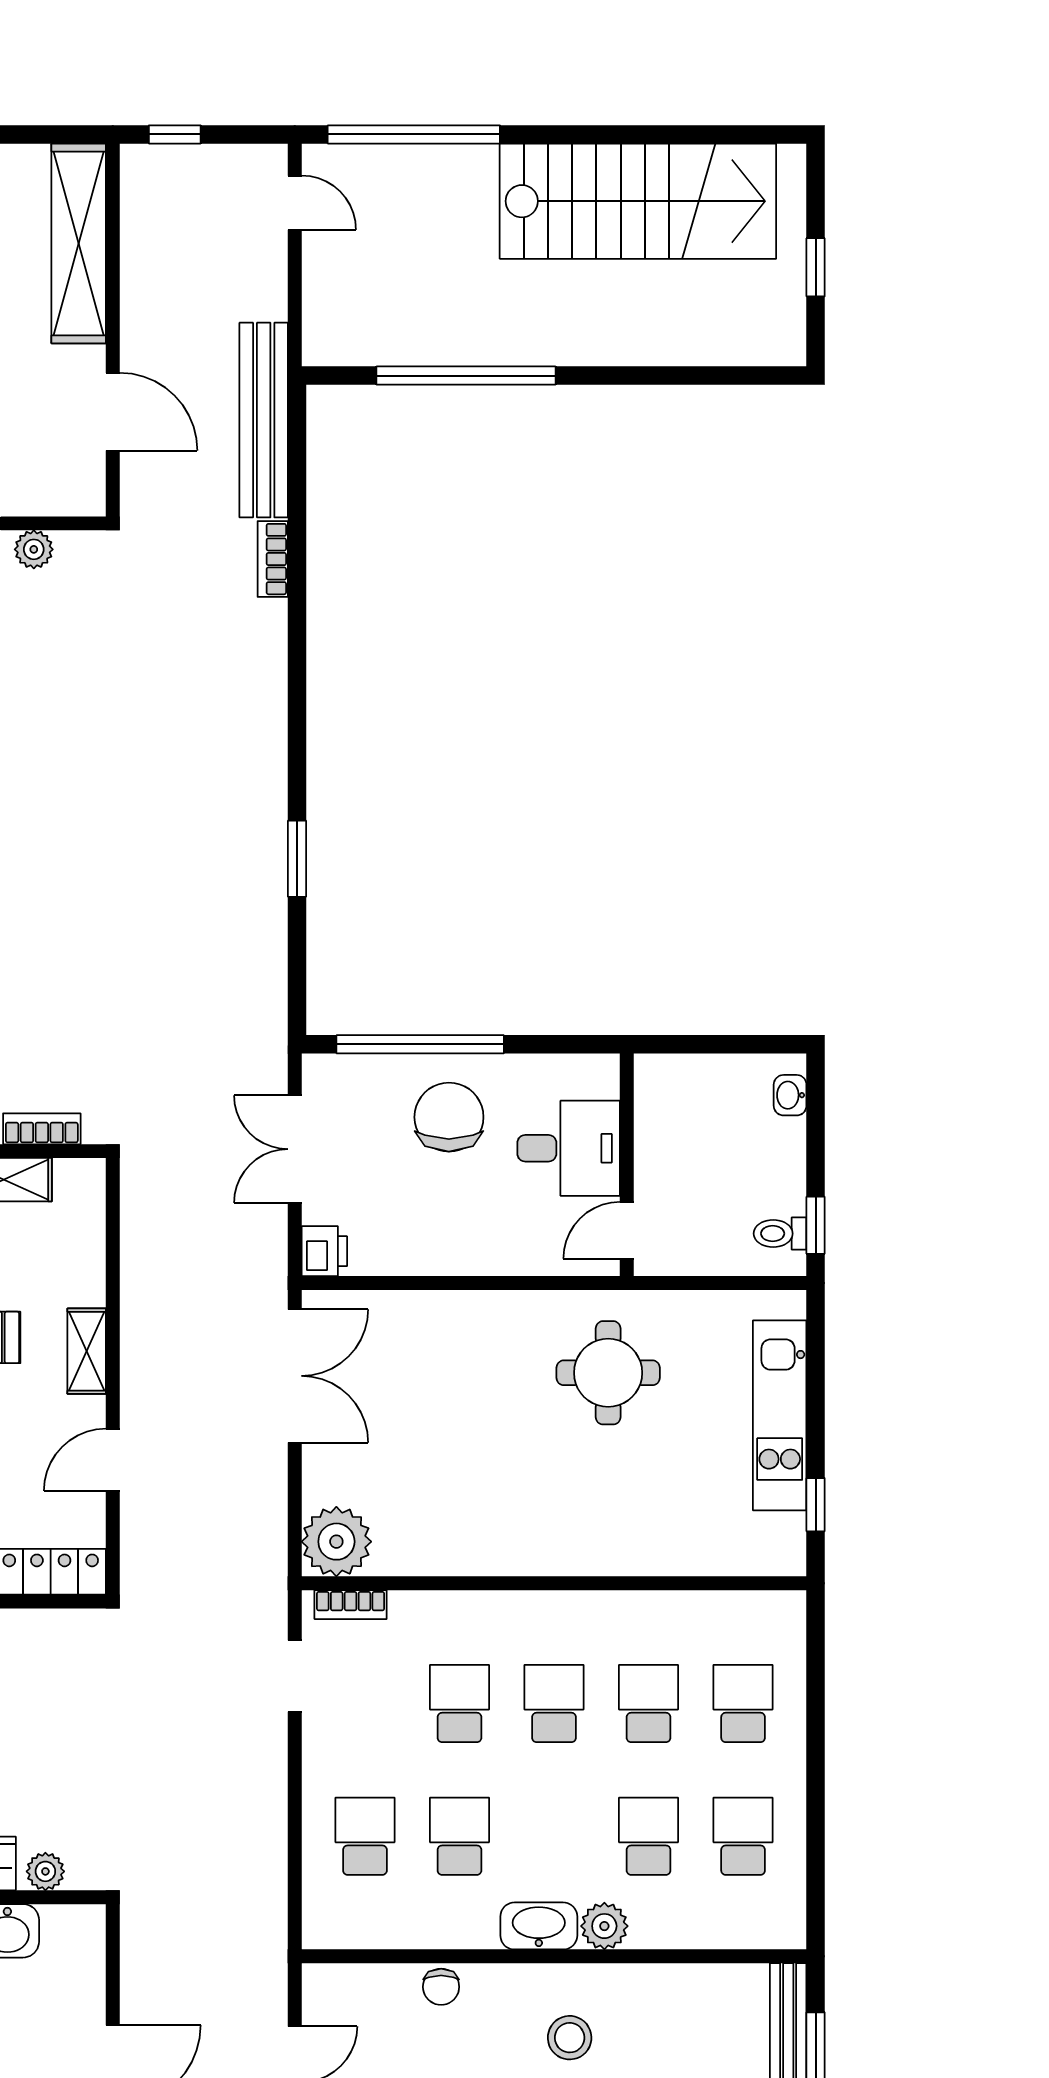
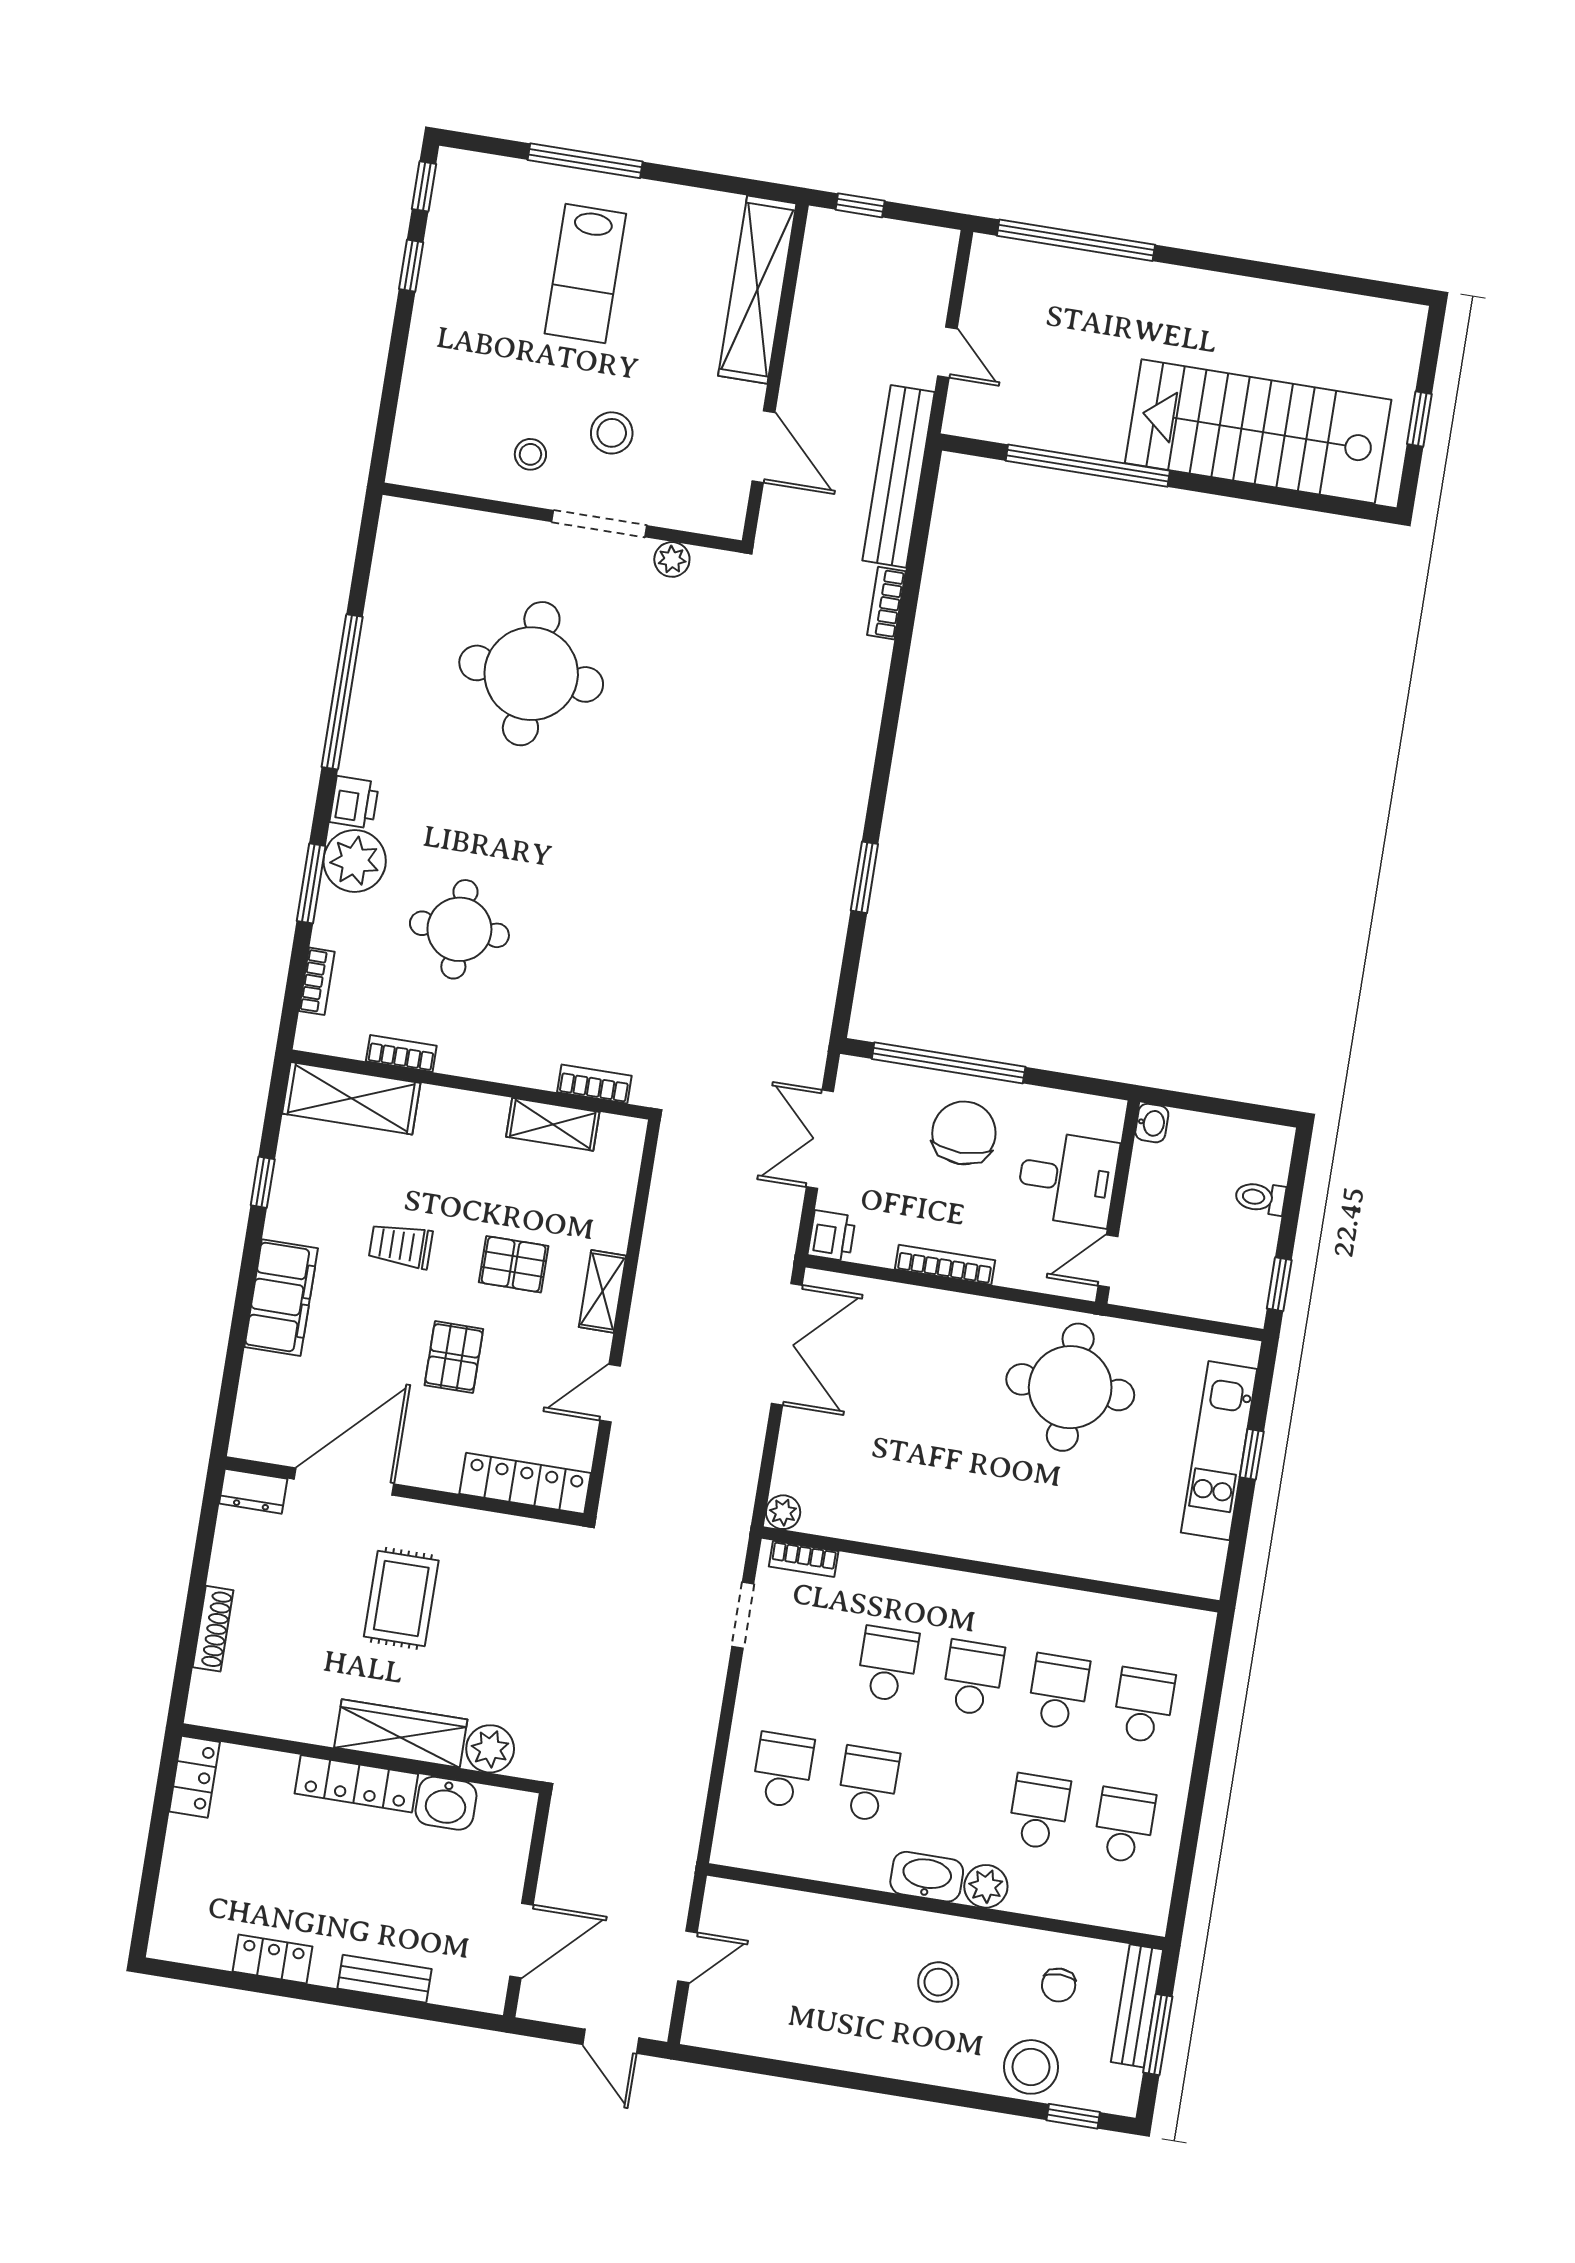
stairs: (638, 201) -> (1258, 431), moved, turned 180
door: (295, 203) -> (947, 352), moved
washbasin: (790, 1095) -> (1152, 1123), moved, turned 180
toilet: (780, 1234) -> (1260, 1198), moved
bookcase: (452, 1263) -> (945, 1265), added
round table: (608, 1373) -> (1070, 1387), width x1.36, depth x1.36
window: (816, 1505) -> (1252, 1454), moved
plant: (336, 1542) -> (783, 1512), width x0.53, depth x0.53
plant: (45, 1871) -> (490, 1749), width x1.38, depth x1.38
chair: (441, 1987) -> (1059, 1985), moved

